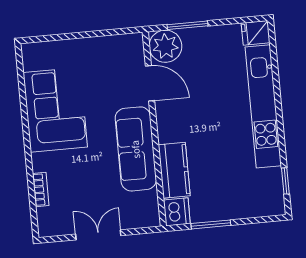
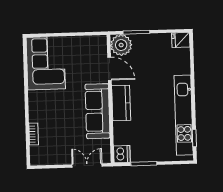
kitchen unit: (263, 106) -> (184, 115), moved
corner sofa: (55, 110) -> (46, 63), moved
kitchen counter: (174, 170) -> (121, 103), moved
double door: (98, 235) -> (87, 165), moved

